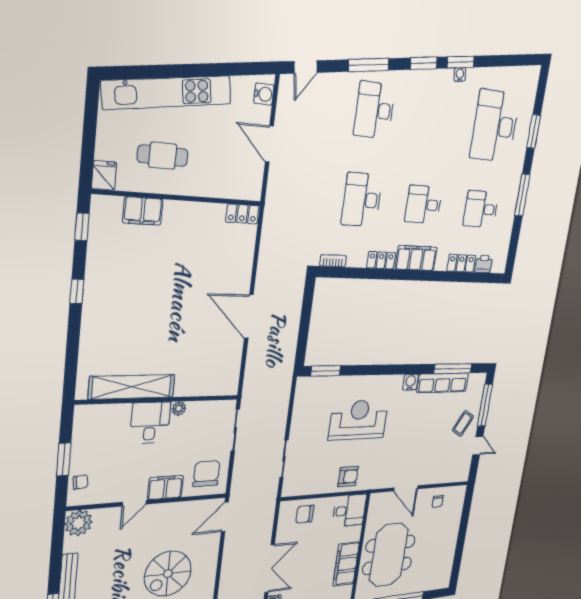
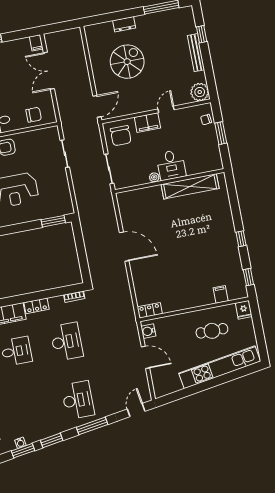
water cooler: (264, 94) -> (148, 331), moved
filing cabinet: (143, 211) -> (221, 294), width x0.50

